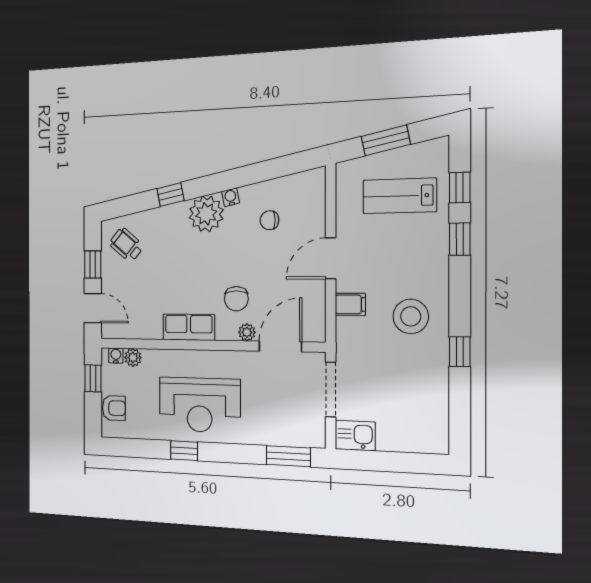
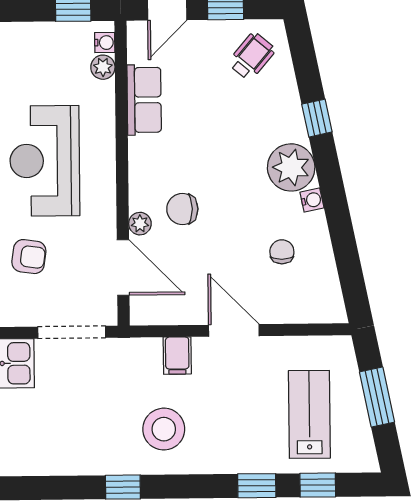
row of seats: (189, 327) -> (144, 100), moved
armchair: (114, 408) -> (29, 257), moved, turned -82

